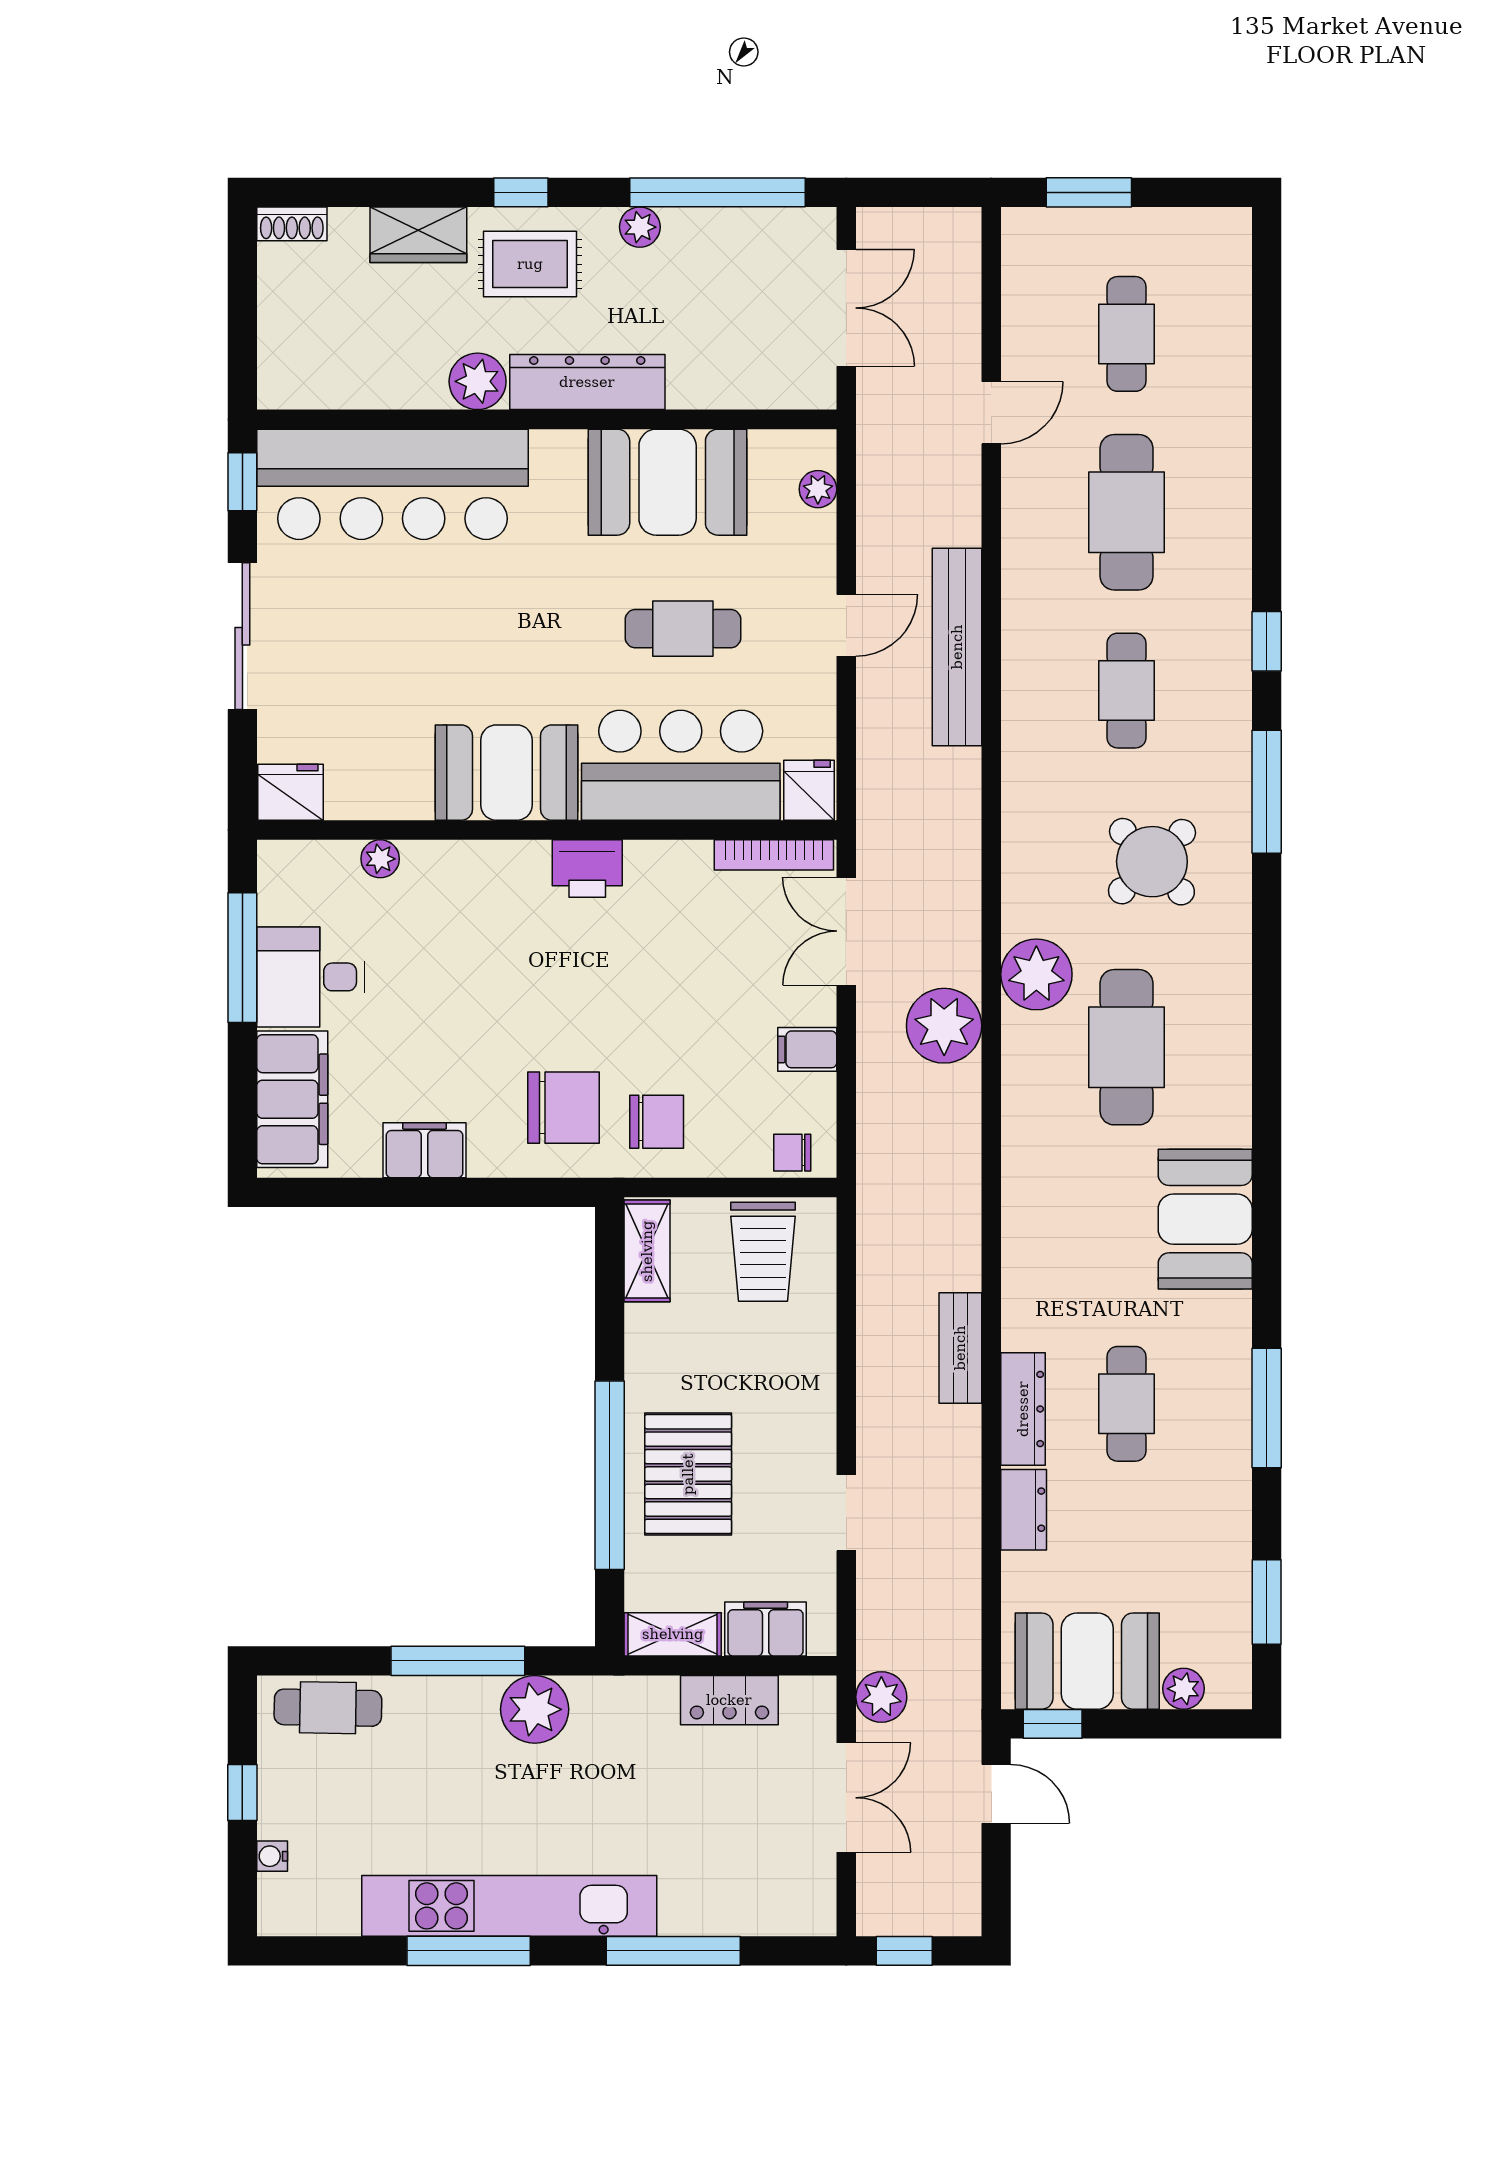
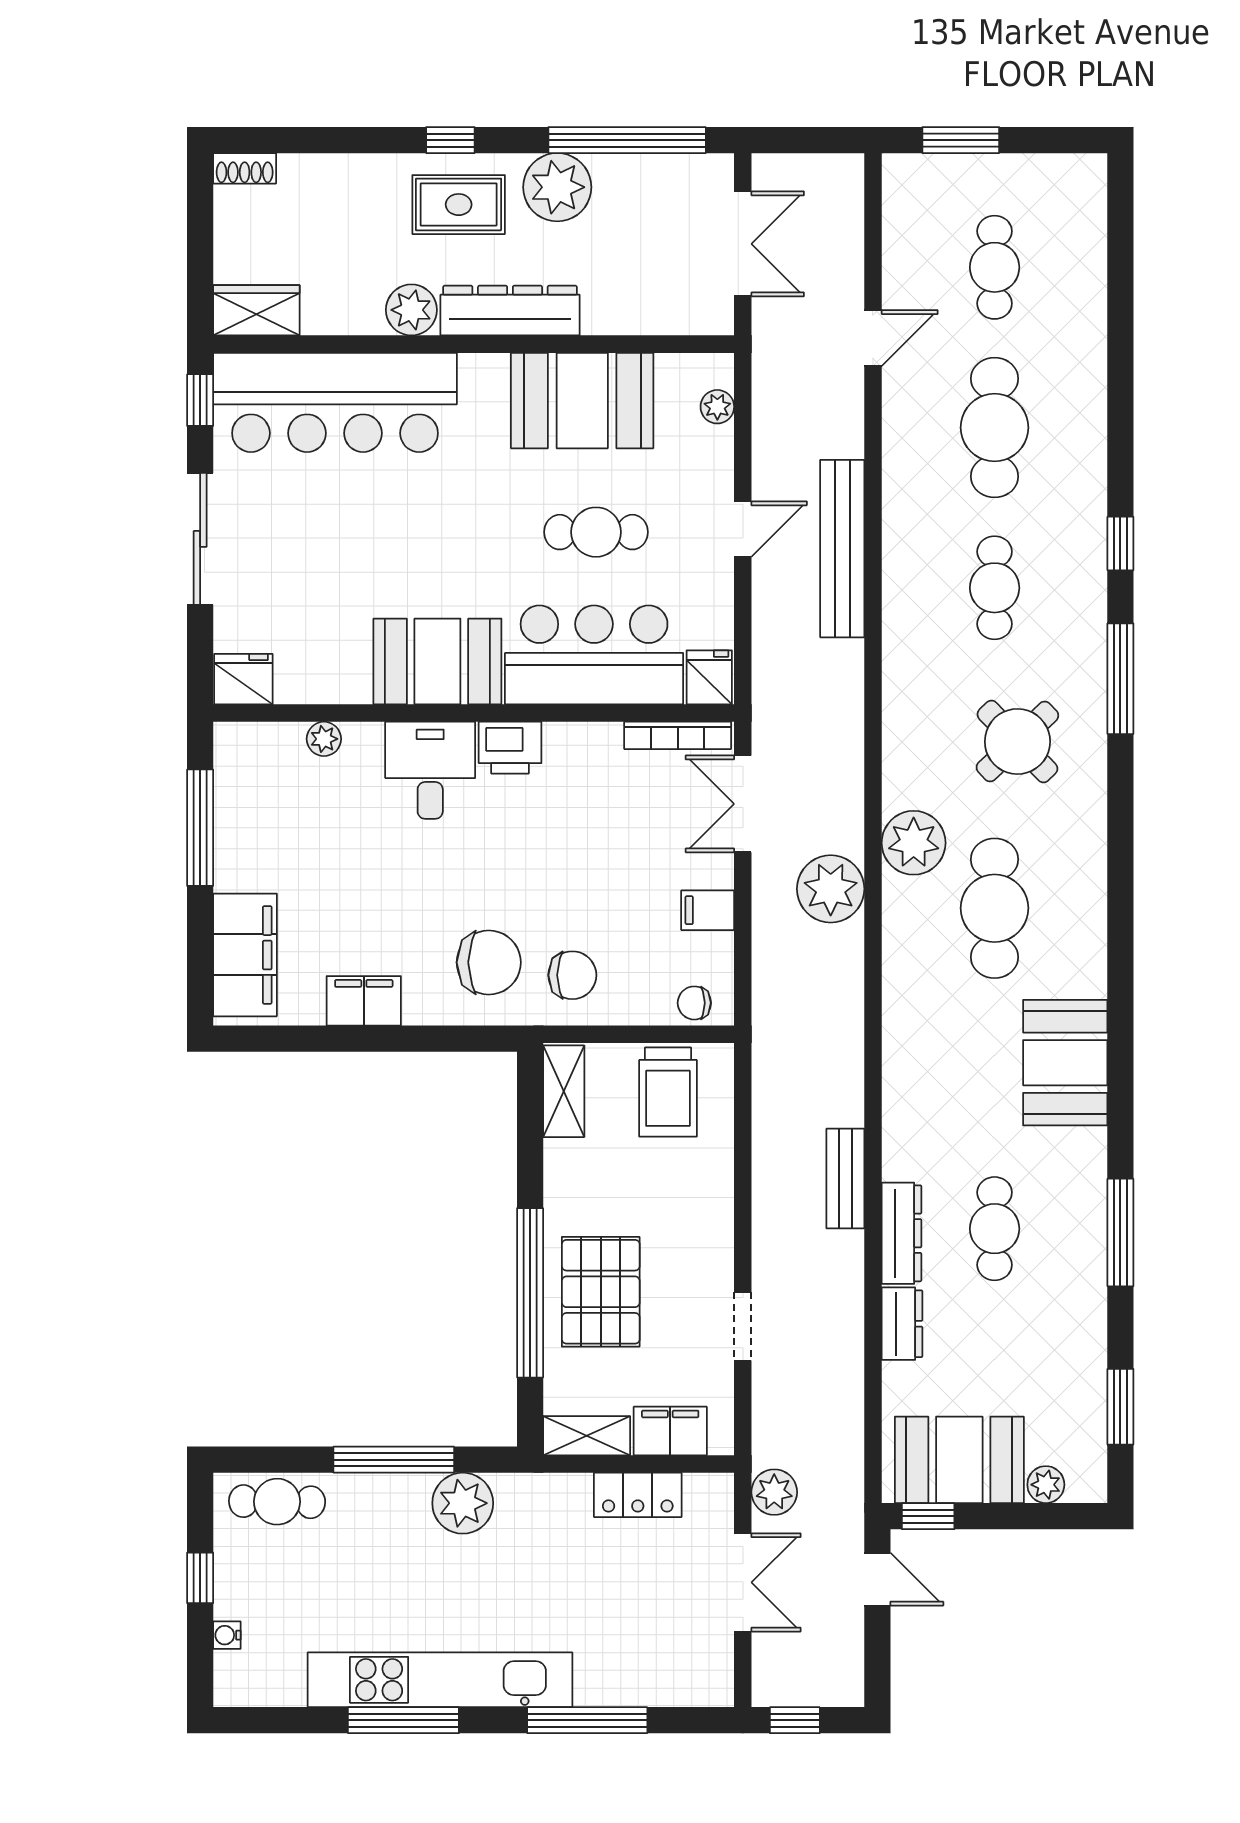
plant: (640, 227) -> (557, 187), width x1.88, depth x1.88
wardrobe: (418, 235) -> (256, 310), moved, turned 180
desk: (311, 977) -> (430, 770), moved, turned 90

